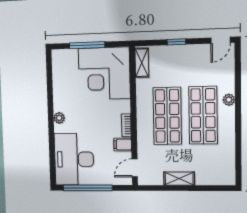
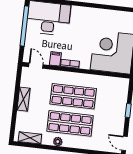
shelving: (142, 63) -> (30, 138), moved
plant: (229, 100) -> (58, 142), moved
plant: (59, 118) -> (83, 11), removed

